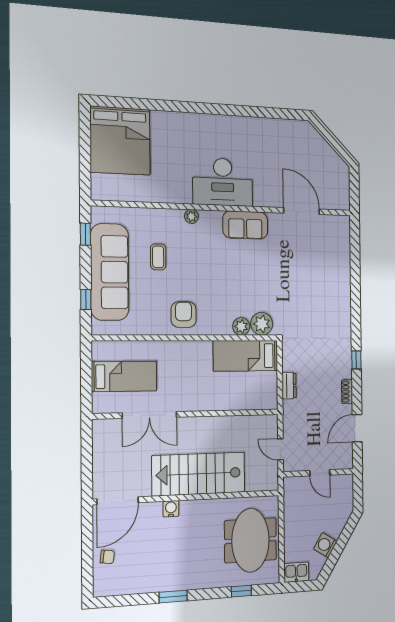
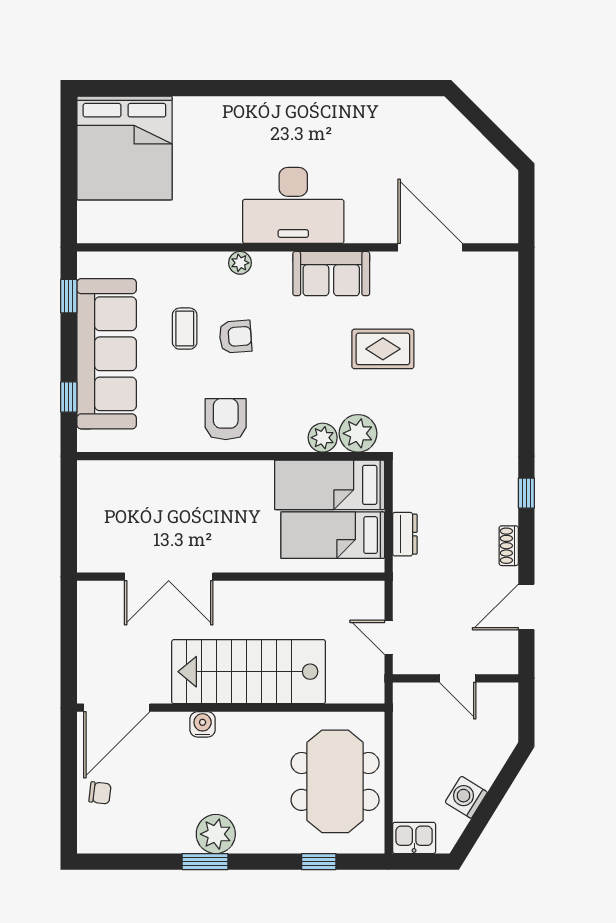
armchair: (189, 263) -> (235, 337), added
rug: (275, 272) -> (383, 349), added
bed: (124, 376) -> (333, 535), moved, turned 180
plant: (180, 578) -> (216, 834), added

